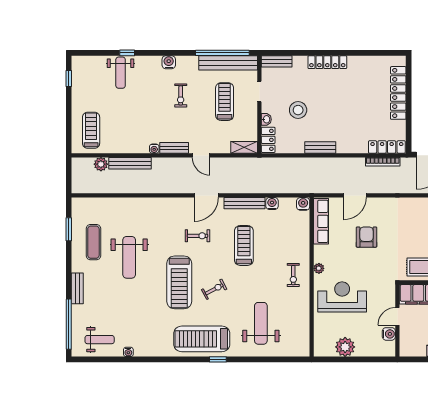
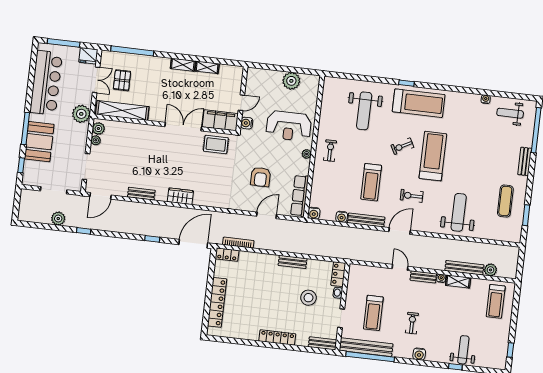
shelving: (244, 147) -> (458, 281), moved
locker: (387, 147) -> (227, 255), width x0.66
weight bench: (129, 257) -> (459, 212), moved
water cooler: (389, 334) -> (247, 123), moved

